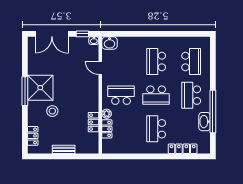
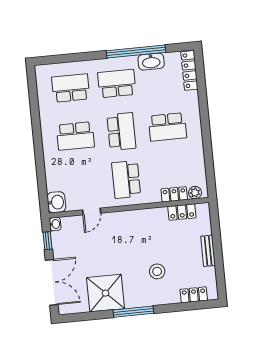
shower: (40, 88) -> (106, 293), moved
school desk: (191, 95) -> (117, 84), turned 180
plant: (107, 114) -> (195, 193), moved
locker: (93, 122) -> (182, 212), moved
locker: (183, 149) -> (189, 70), moved

